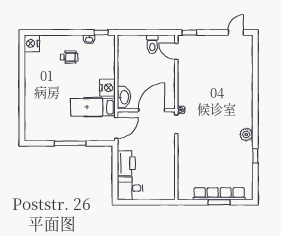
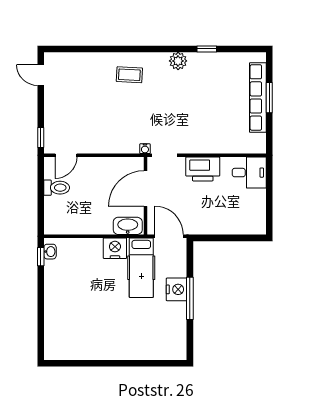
washbasin: (89, 39) -> (50, 252), moved
nightstand: (32, 43) -> (177, 289), moved, turned -90
wheelchair: (69, 57) -> (74, 300), removed
coffee table: (236, 98) -> (129, 75), added
door: (152, 110) -> (145, 189), hinge flipped
printer: (126, 163) -> (203, 169), moved, turned 180
desk: (130, 188) -> (249, 173), moved, turned -90

